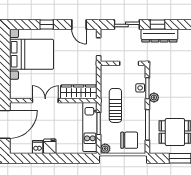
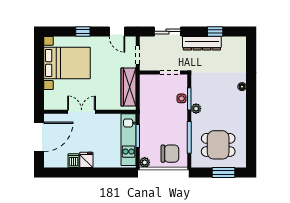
window: (157, 24) -> (215, 31), moved
wardrobe: (79, 92) -> (128, 87), moved, turned -90
sun lounger: (115, 105) -> (156, 117), removed

